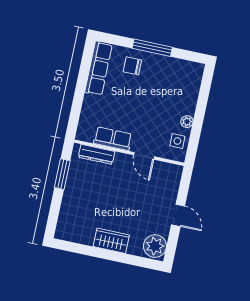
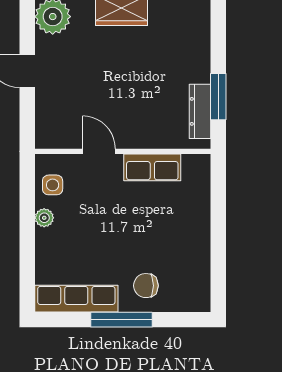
chair: (132, 66) -> (146, 286), turned 180
row of seats: (98, 68) -> (76, 299), moved, turned 90
dresser: (97, 154) -> (200, 111), moved, turned -90

